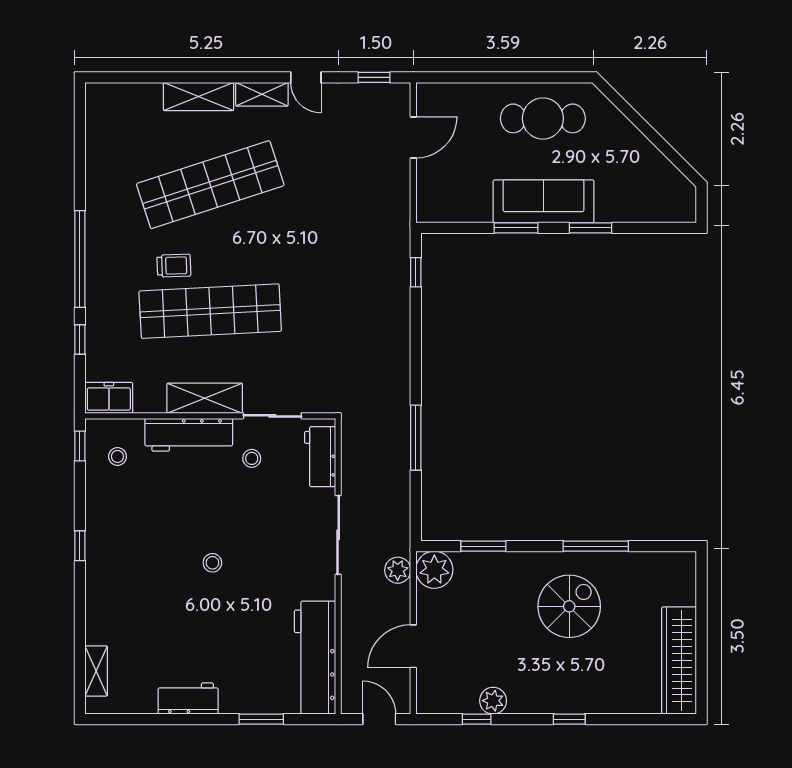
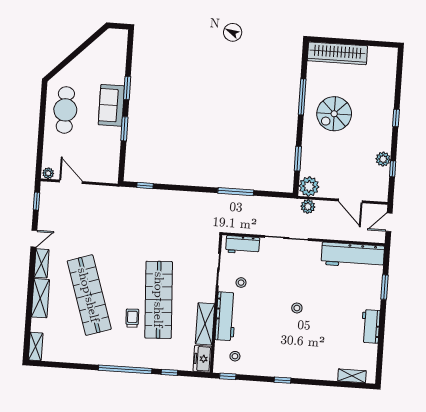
shelving: (110, 94) -> (36, 346), added
plant: (426, 95) -> (48, 173), added
sofa: (544, 201) -> (111, 105), width x0.73
shelving: (205, 398) -> (205, 324), moved
spiral stairs: (569, 606) -> (334, 114), turned -90
wardrobe: (679, 660) -> (337, 53), moved

